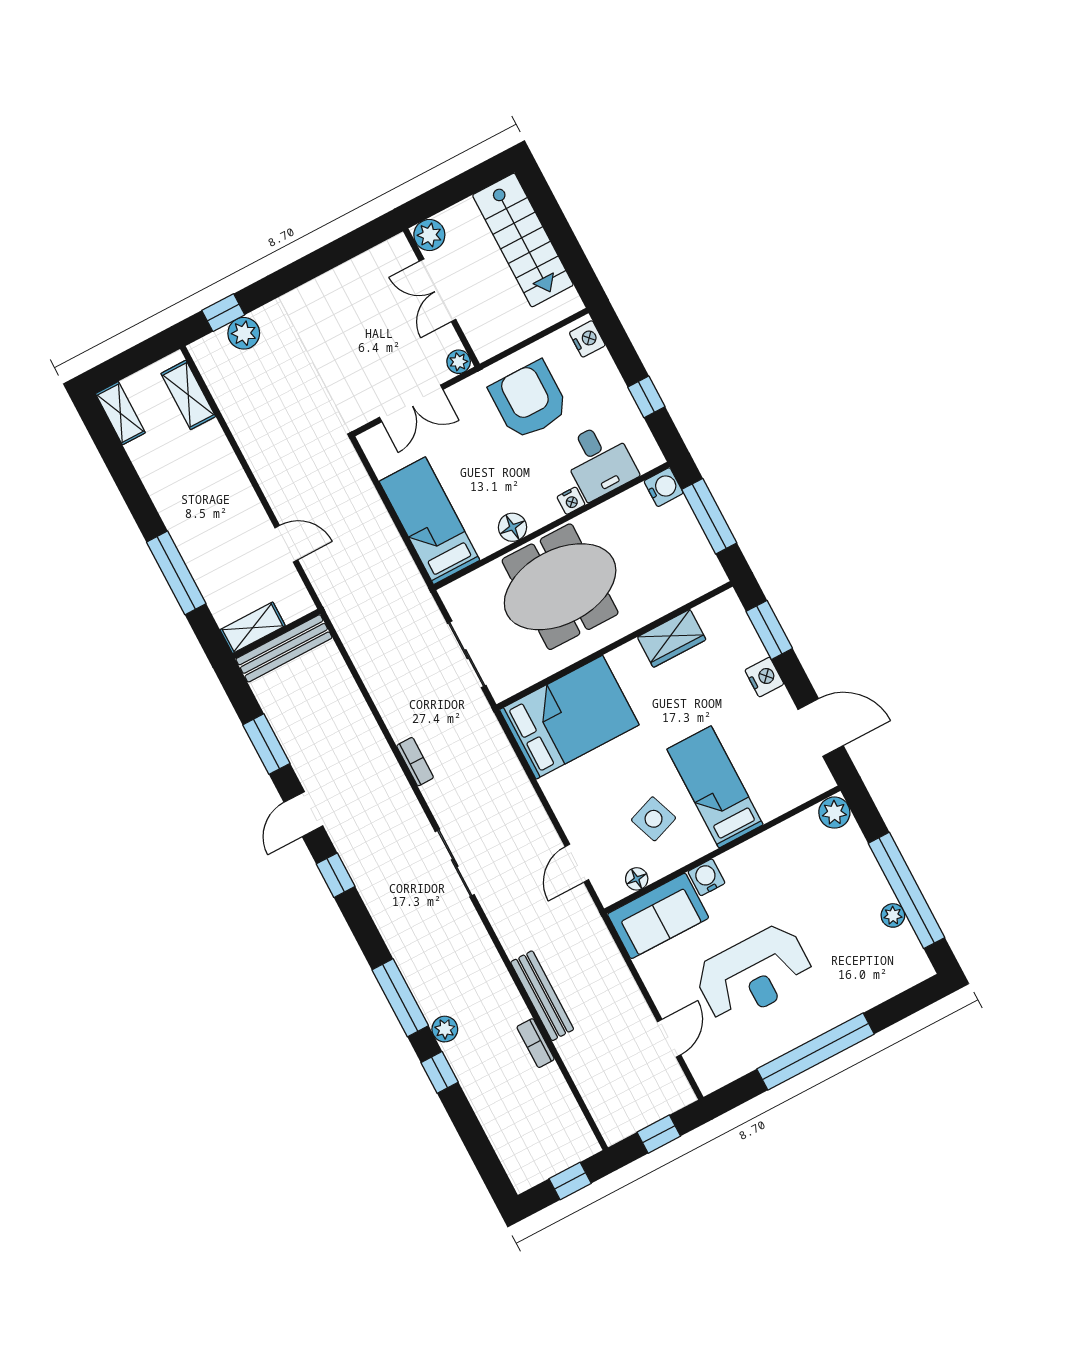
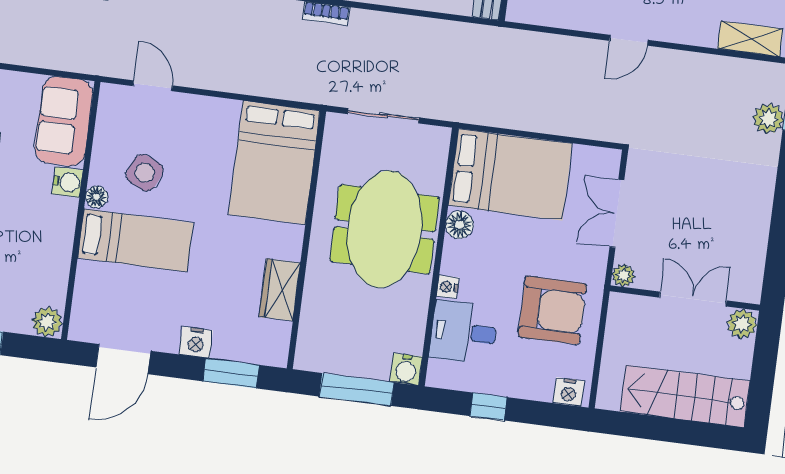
bed: (429, 521) -> (510, 174), width x1.50
door: (286, 544) -> (629, 40), moved
side table: (654, 819) -> (145, 173), turned 45
floor lamp: (637, 879) -> (97, 197), moved

